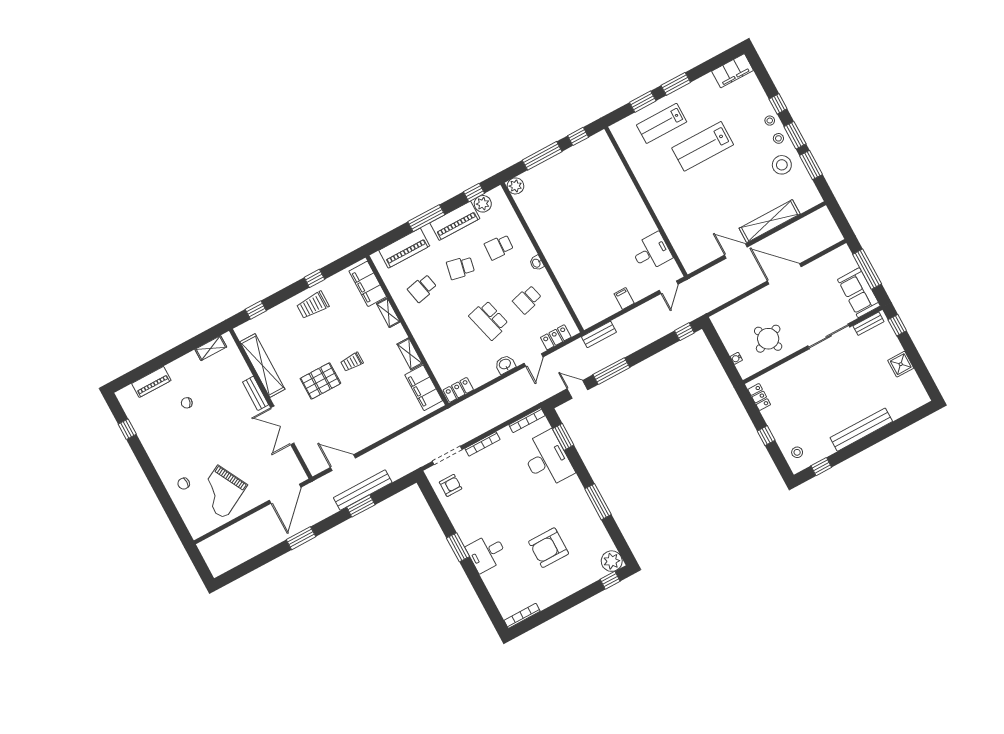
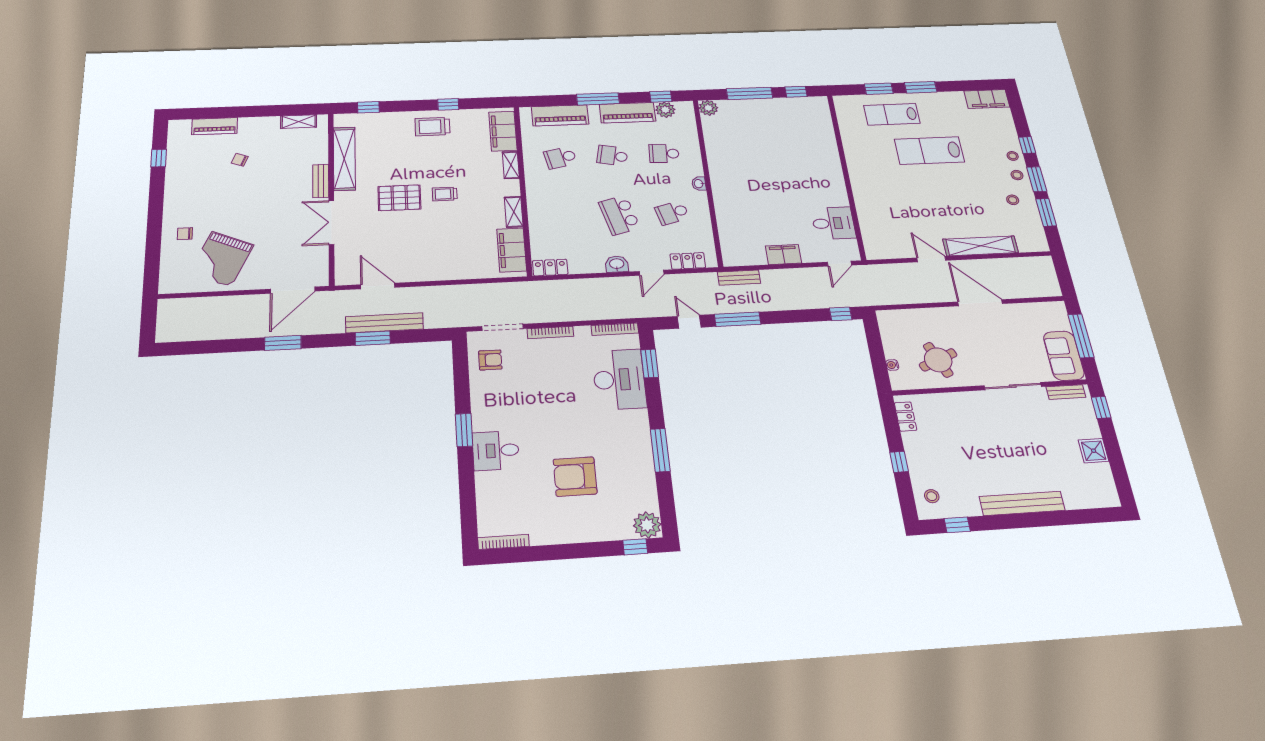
stool: (782, 165) -> (1013, 200), width x0.53, depth x0.53
filing cabinet: (624, 298) -> (783, 254), width x2.00
grand piano: (221, 492) -> (221, 259), turned -38

